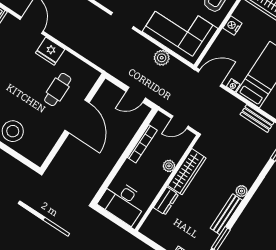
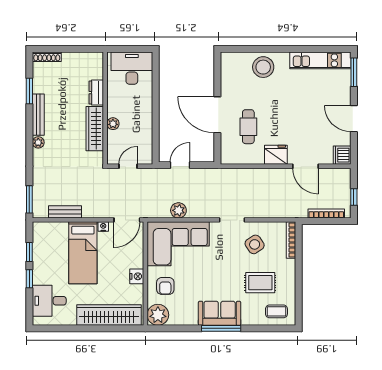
bookcase: (142, 144) -> (148, 128), removed

